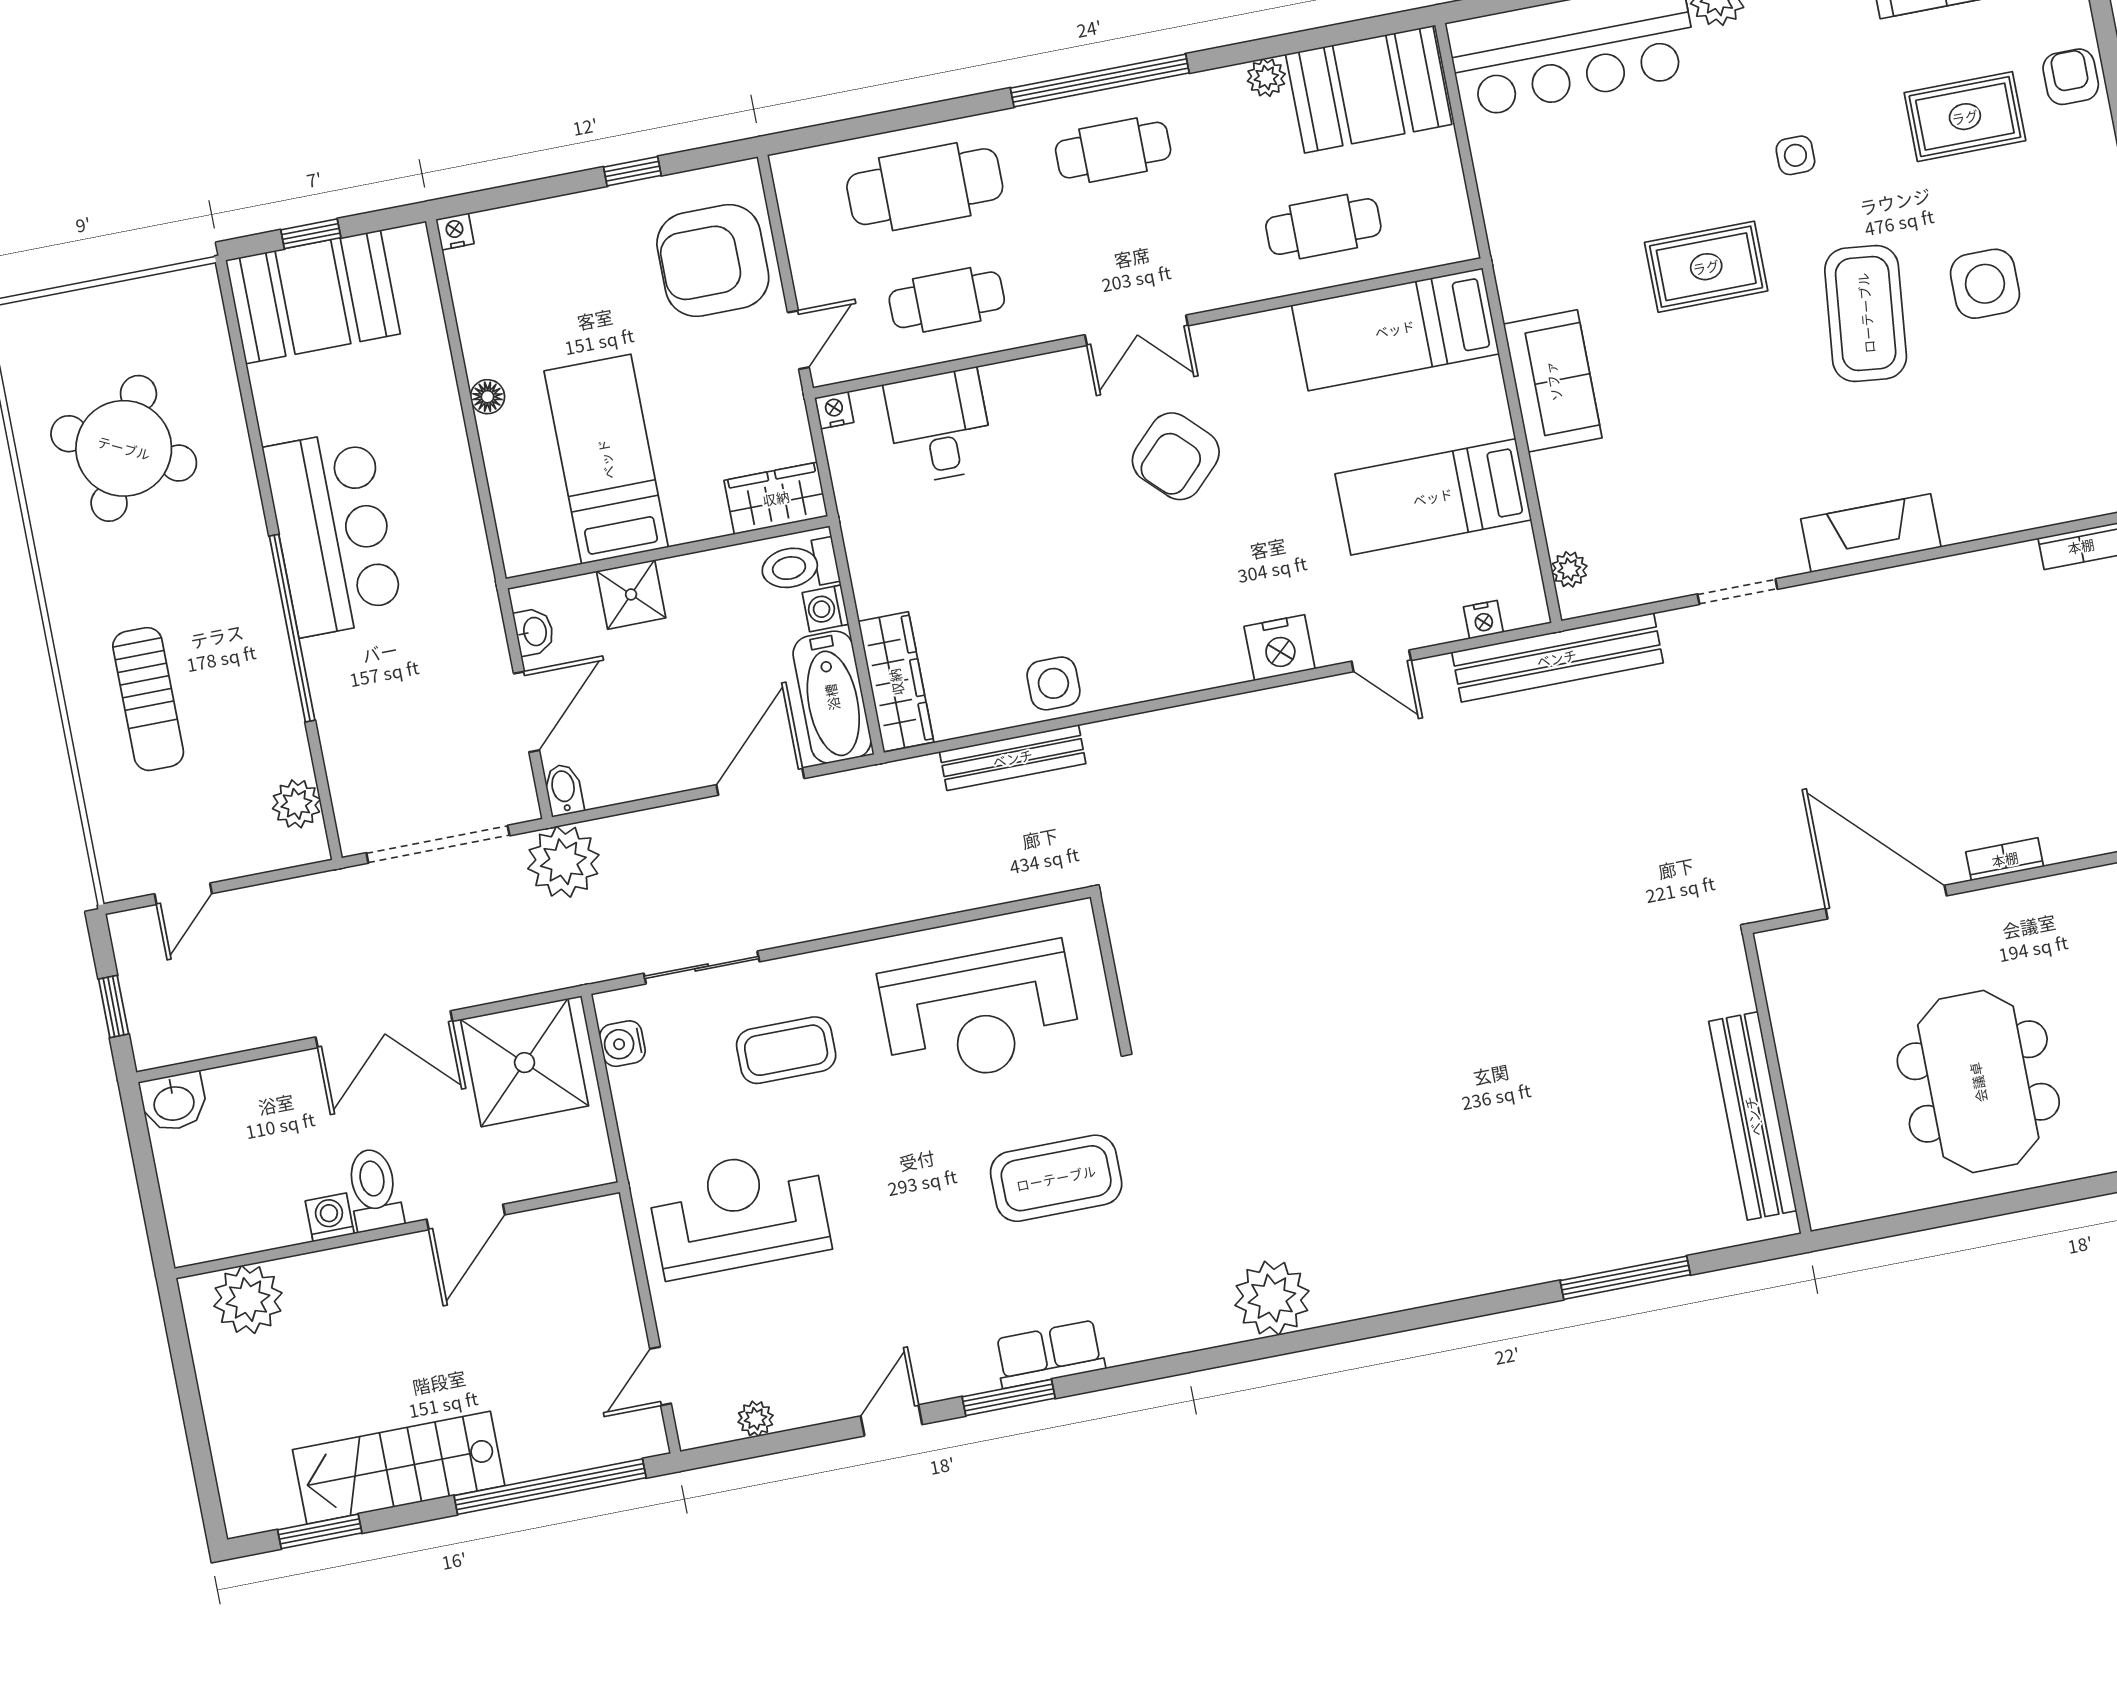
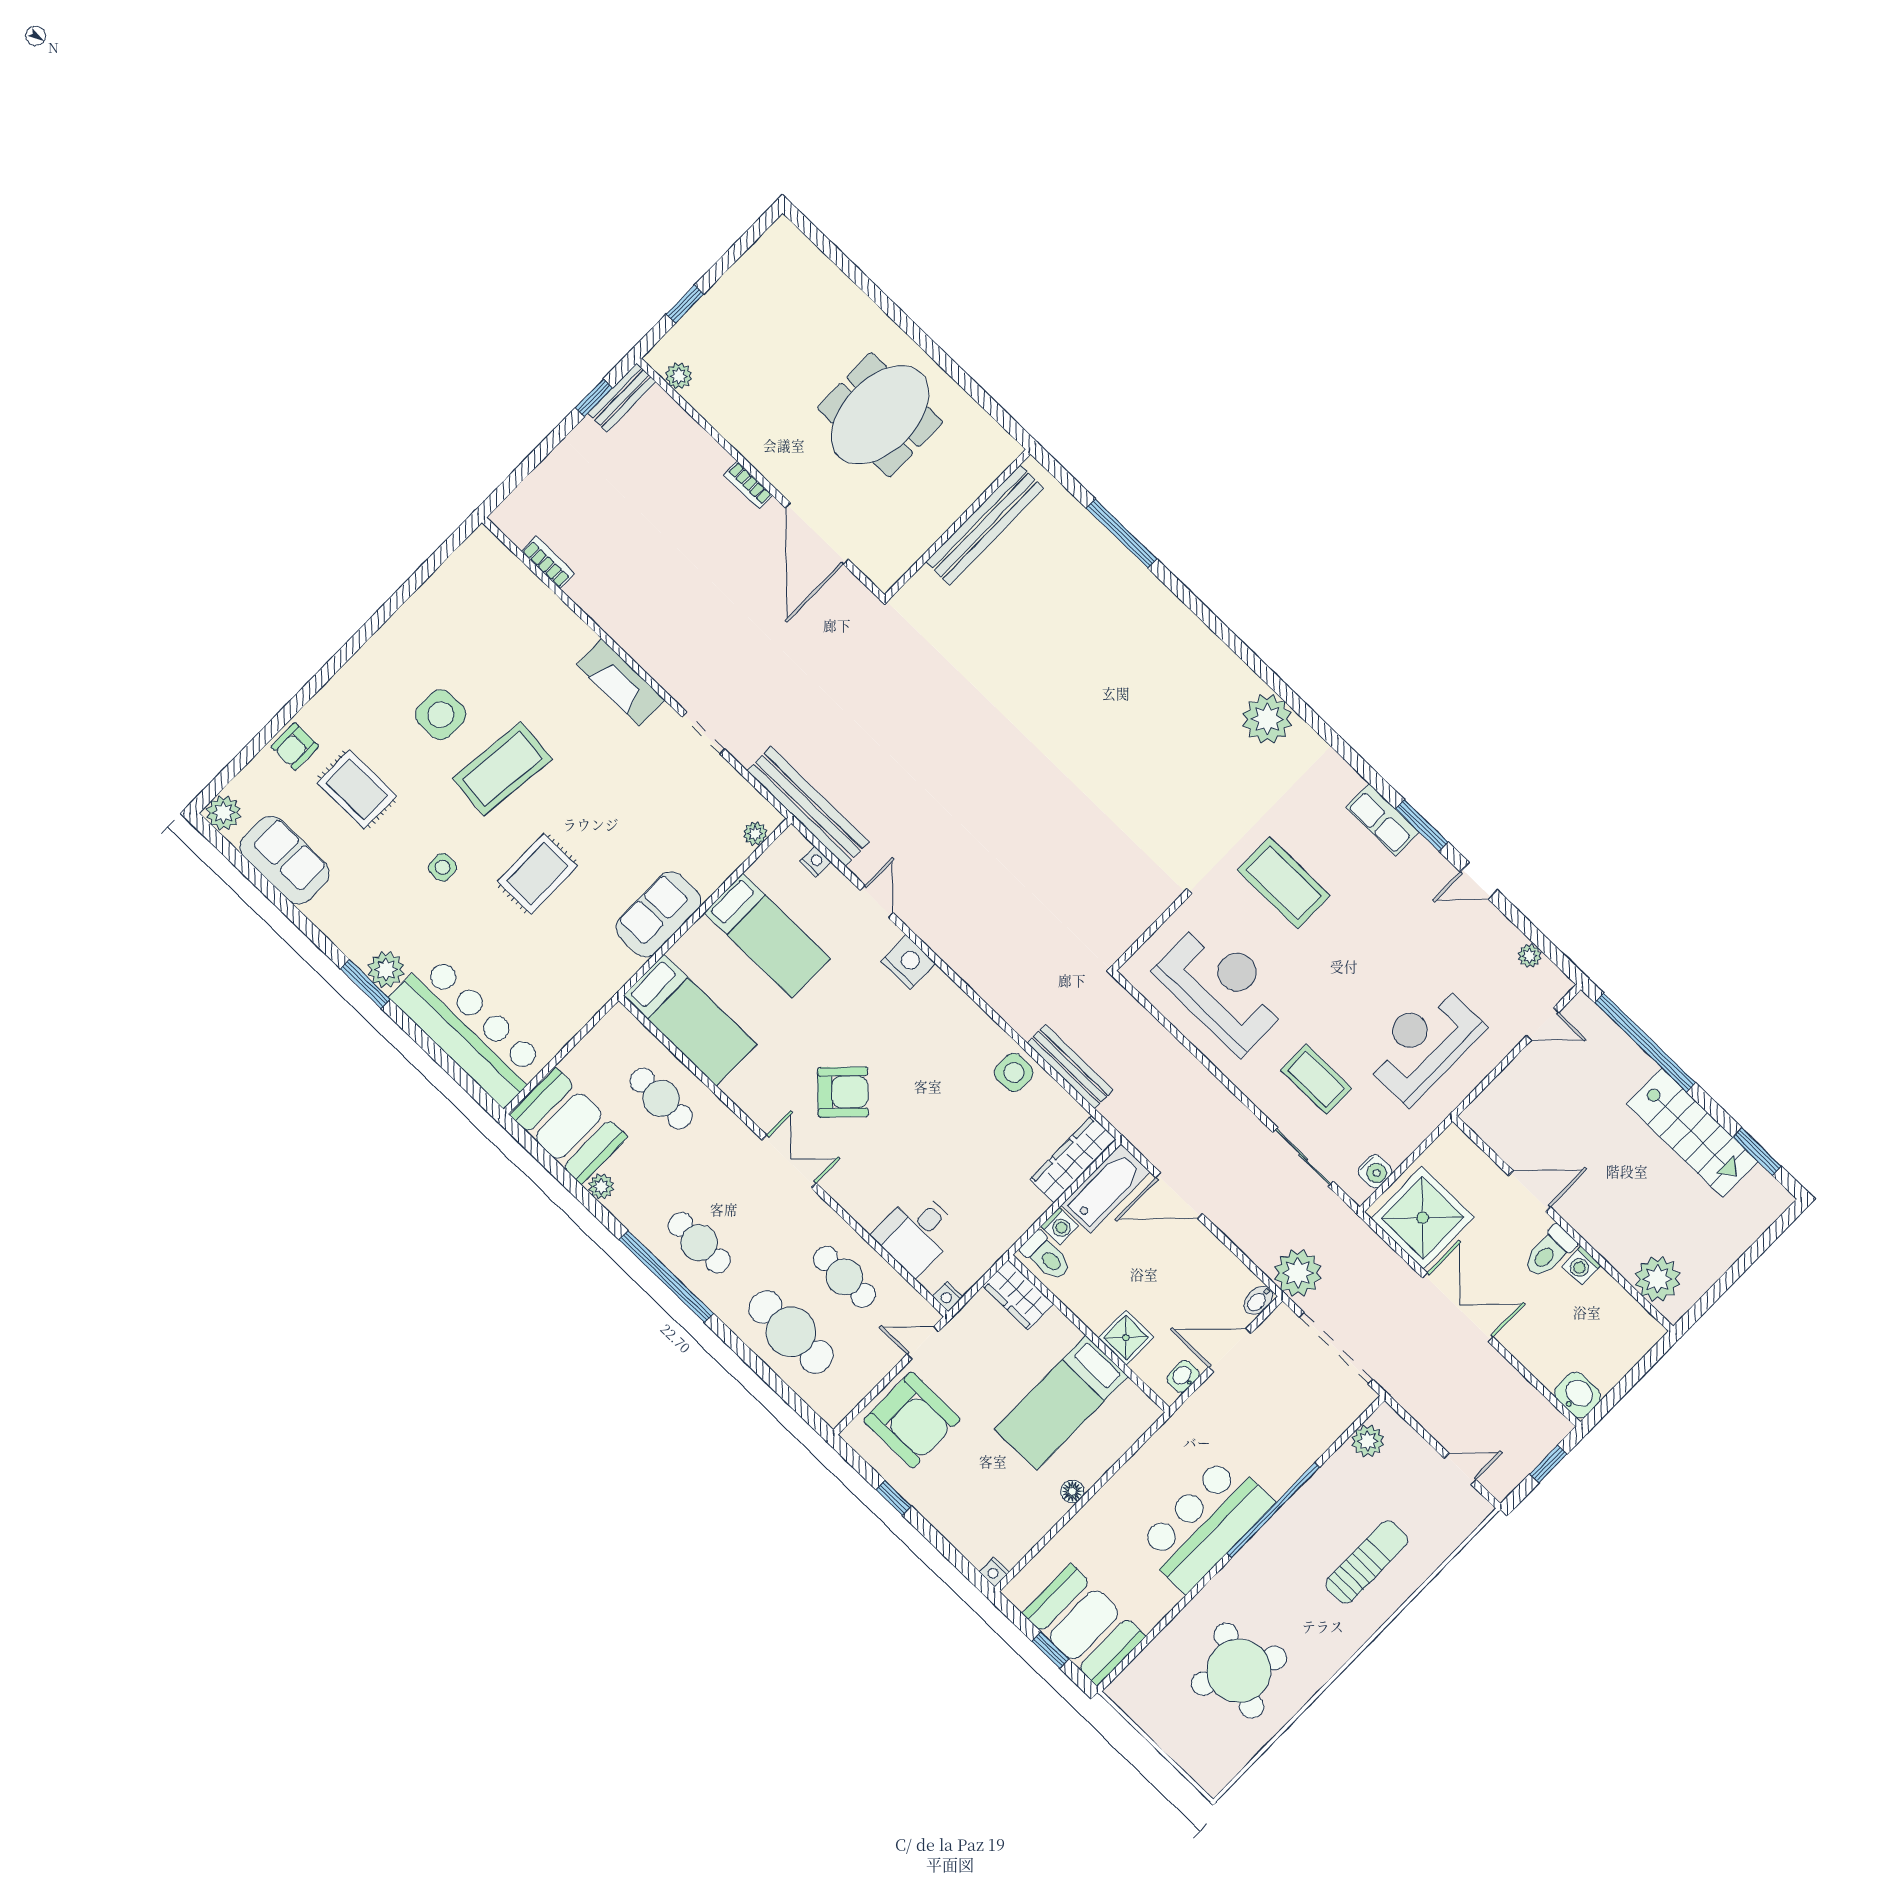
rug: (1706, 267) -> (537, 874), turned 90
reception desk: (739, 1213) -> (1423, 1043), turned 90

